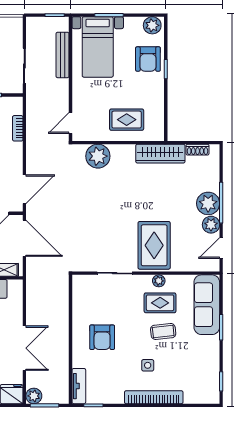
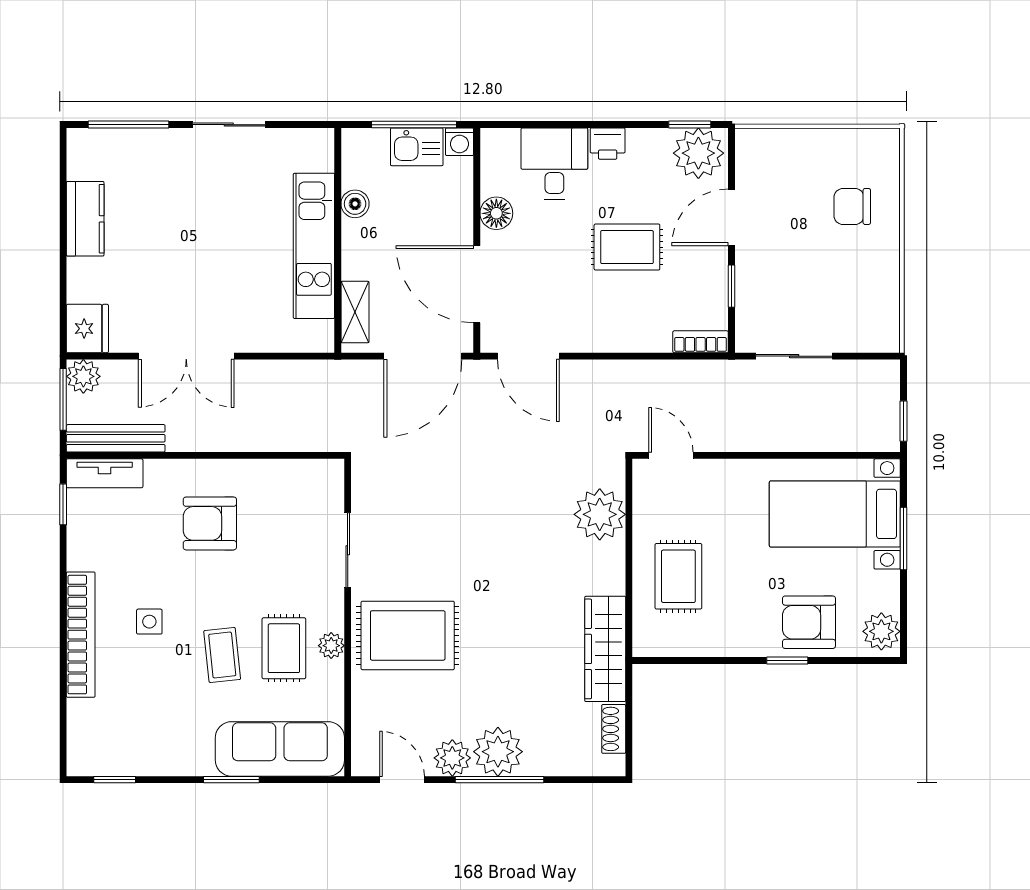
bench: (63, 55) -> (116, 438), moved
bookcase: (18, 128) -> (701, 342), moved

